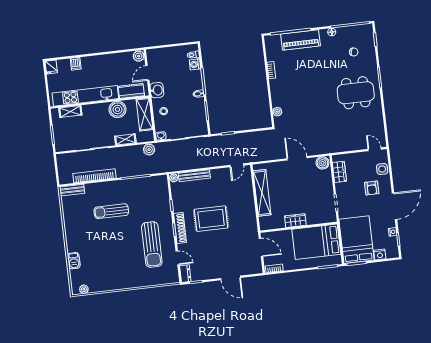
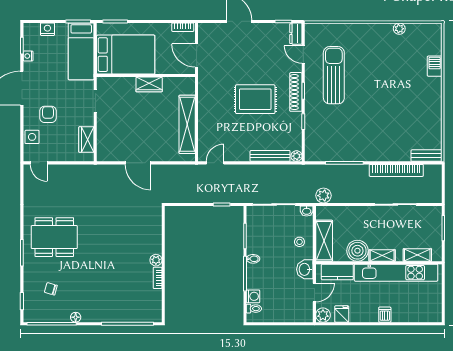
piano: (301, 40) -> (116, 312), removed
dishwasher: (76, 64) -> (385, 315), moved
fridge: (51, 67) -> (342, 314), moved
plant: (277, 112) -> (156, 260), moved
shelving: (125, 139) -> (382, 255), moved
boiler: (322, 163) -> (106, 153), removed
sun lounger: (111, 211) -> (380, 123), removed
bed: (357, 240) -> (81, 51), width x0.67
plant: (84, 289) -> (399, 29), moved

